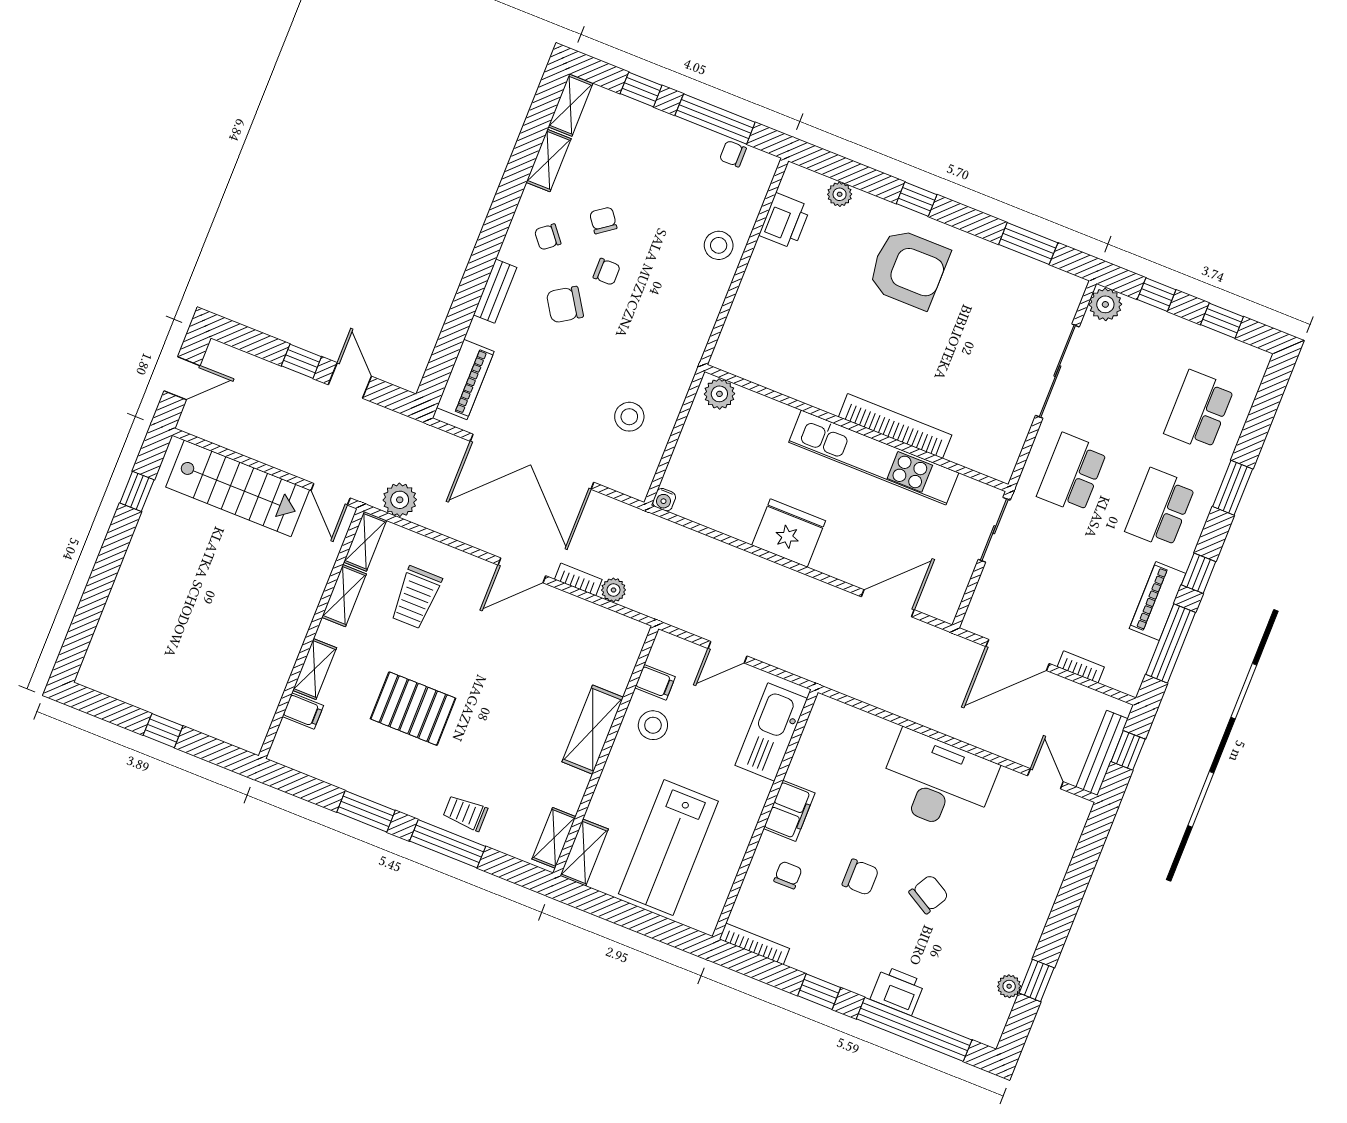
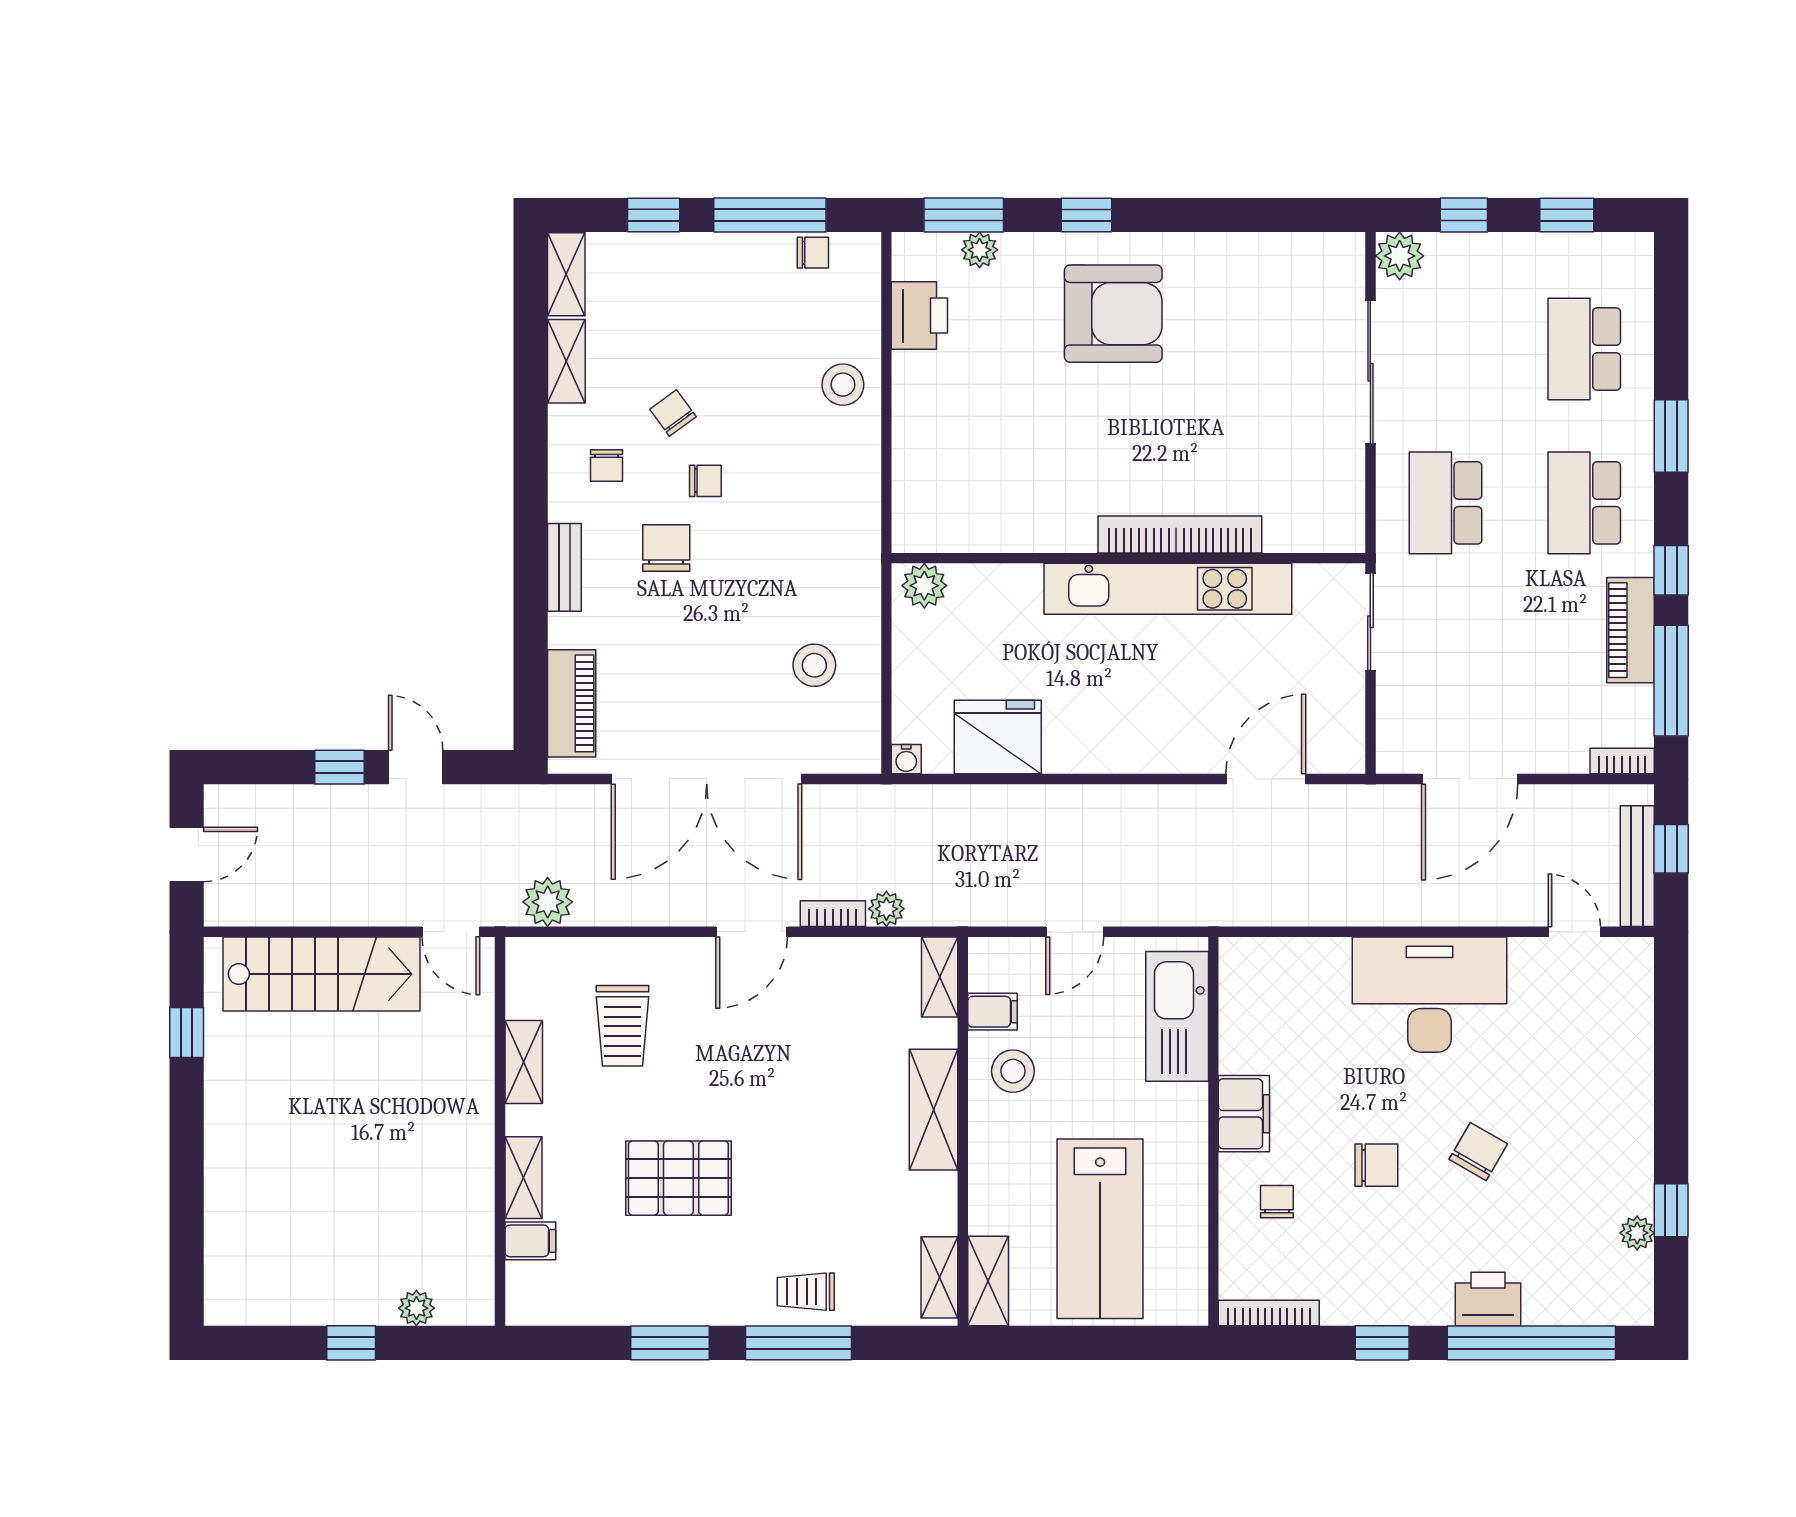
chair: (733, 154) -> (813, 253), turned 180
chair: (548, 237) -> (607, 465), turned -51
window: (1028, 244) -> (964, 215), moved
chair: (565, 305) -> (666, 548), turned 123
fridge: (789, 533) -> (998, 737), moved
shelving: (365, 541) -> (940, 977), moved
bookcase: (1081, 667) -> (1622, 761), moved
plant: (213, 725) -> (416, 1308), added

